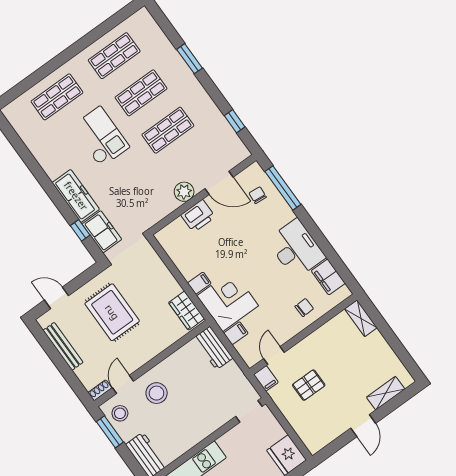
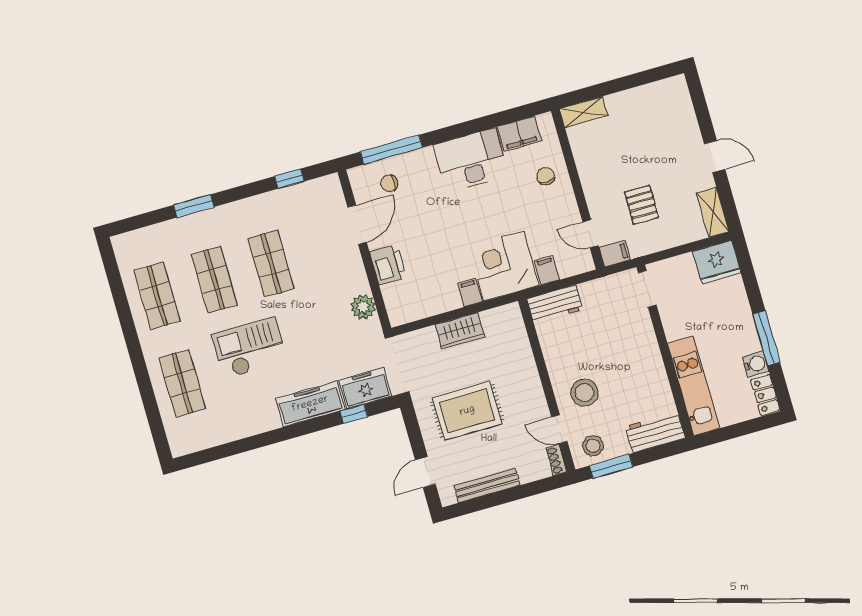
plant: (184, 192) -> (363, 307), moved
wardrobe: (187, 311) -> (460, 331), moved
shelving: (386, 393) -> (713, 212), moved

